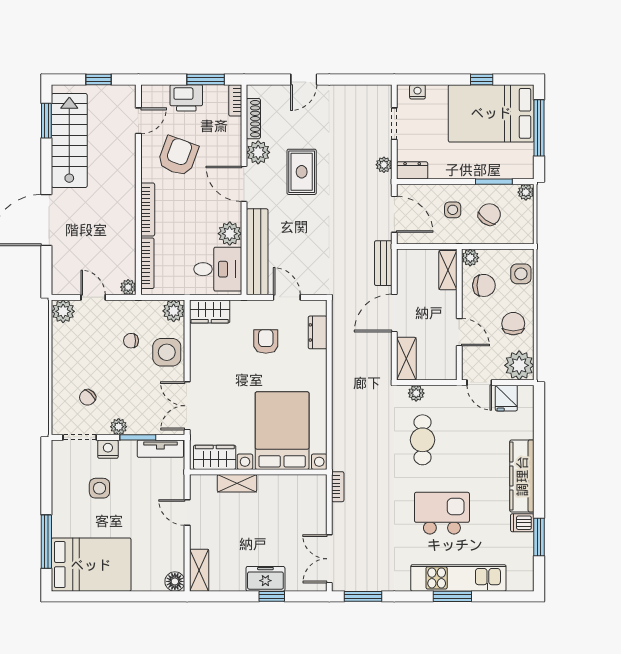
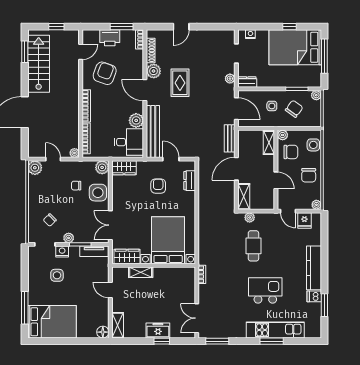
chair: (513, 324) -> (309, 175), turned 180
plant: (519, 365) -> (316, 205), width x0.53, depth x0.53

